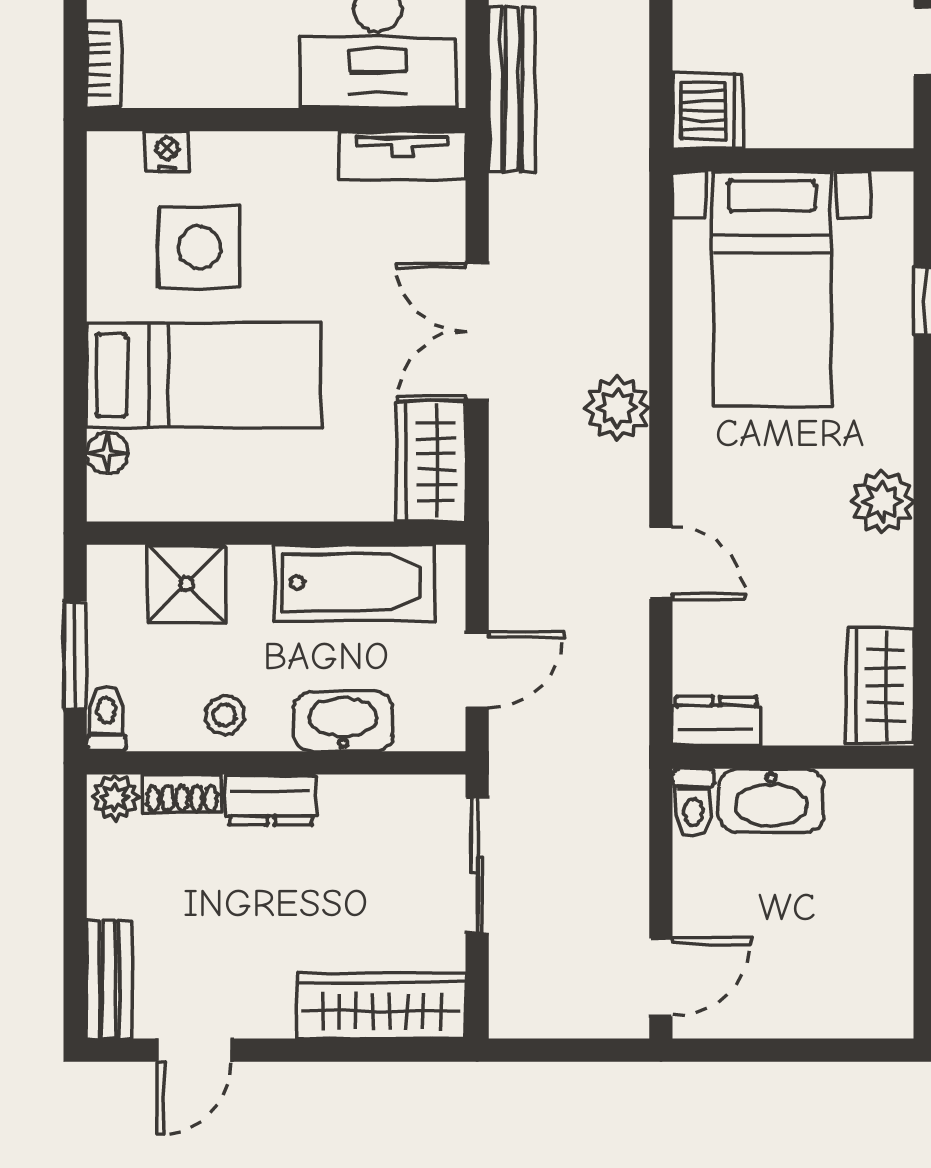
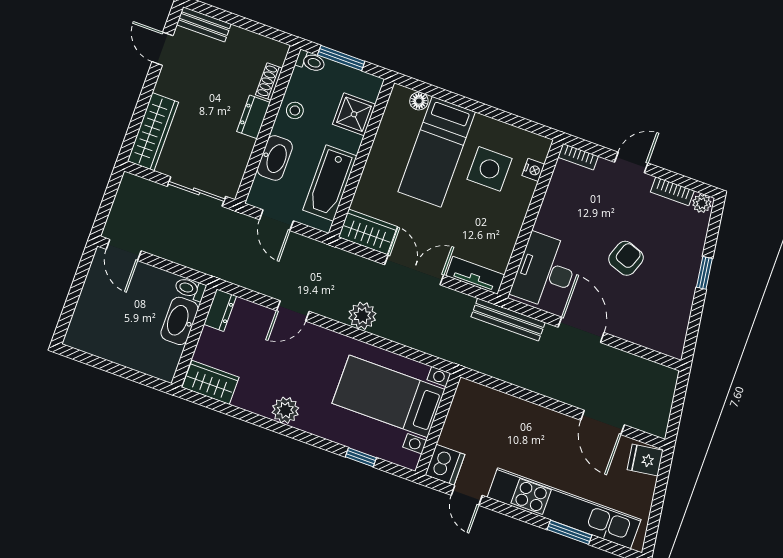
dishwasher: (708, 110) -> (445, 465), moved, turned -90
tv unit: (402, 155) -> (475, 275), moved, turned 90
plant: (115, 797) -> (277, 54), removed

